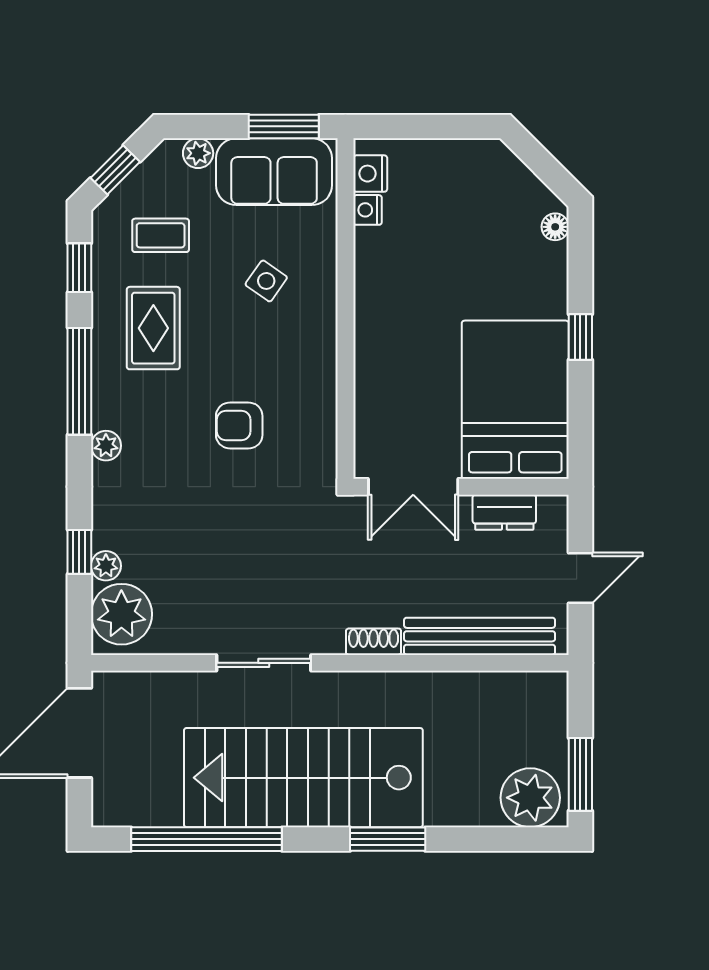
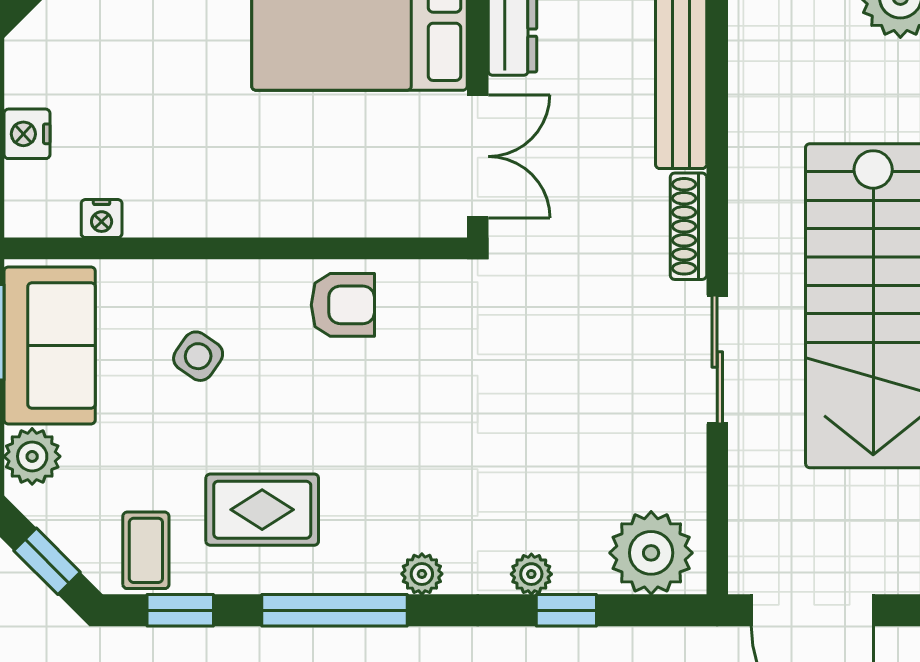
plant: (198, 153) -> (32, 456), width x1.38, depth x1.38
nightstand: (370, 174) -> (27, 134), moved, turned 90
coffee table: (161, 235) -> (146, 550), moved
armchair: (239, 425) -> (343, 305), moved, turned -90
plant: (106, 566) -> (531, 574), moved
shoe rack: (374, 642) -> (688, 226), width x1.43

